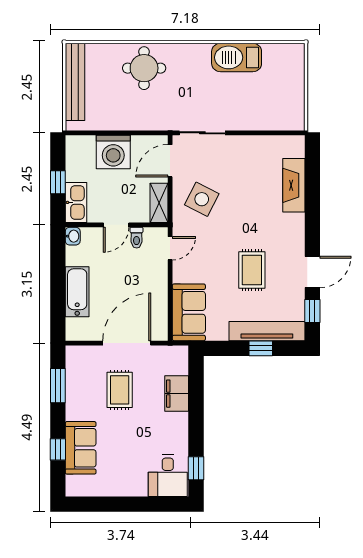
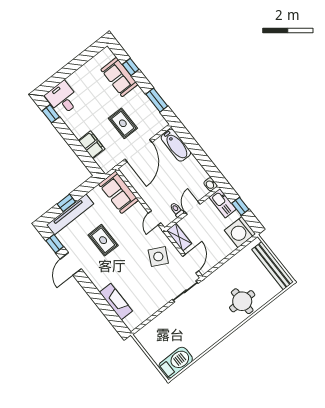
barbecue: (237, 57) -> (176, 363), moved
washing machine: (113, 152) -> (240, 232), moved, turned -90
bathtub: (77, 292) -> (176, 145), moved

